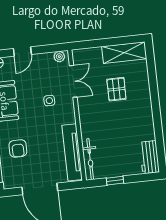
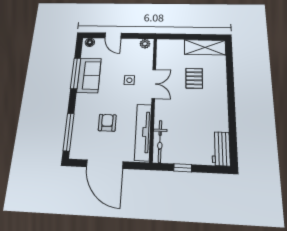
door: (22, 51) -> (113, 36), hinge flipped
double door: (73, 81) -> (154, 84), moved
armchair: (18, 148) -> (107, 123), moved, turned 180

